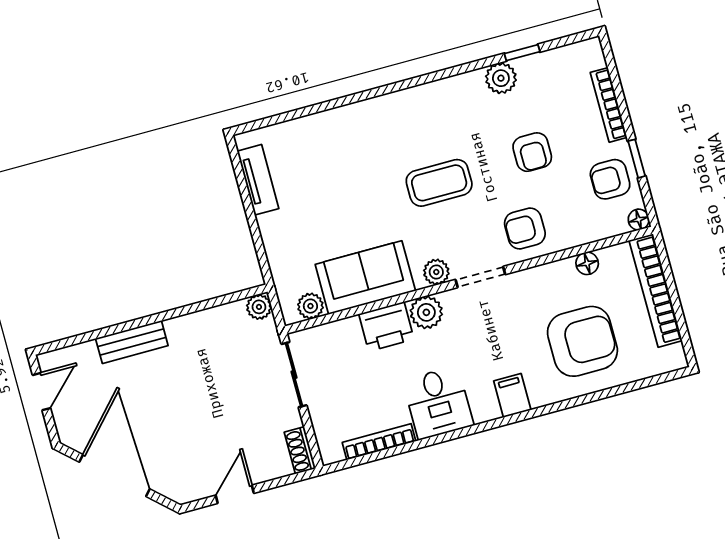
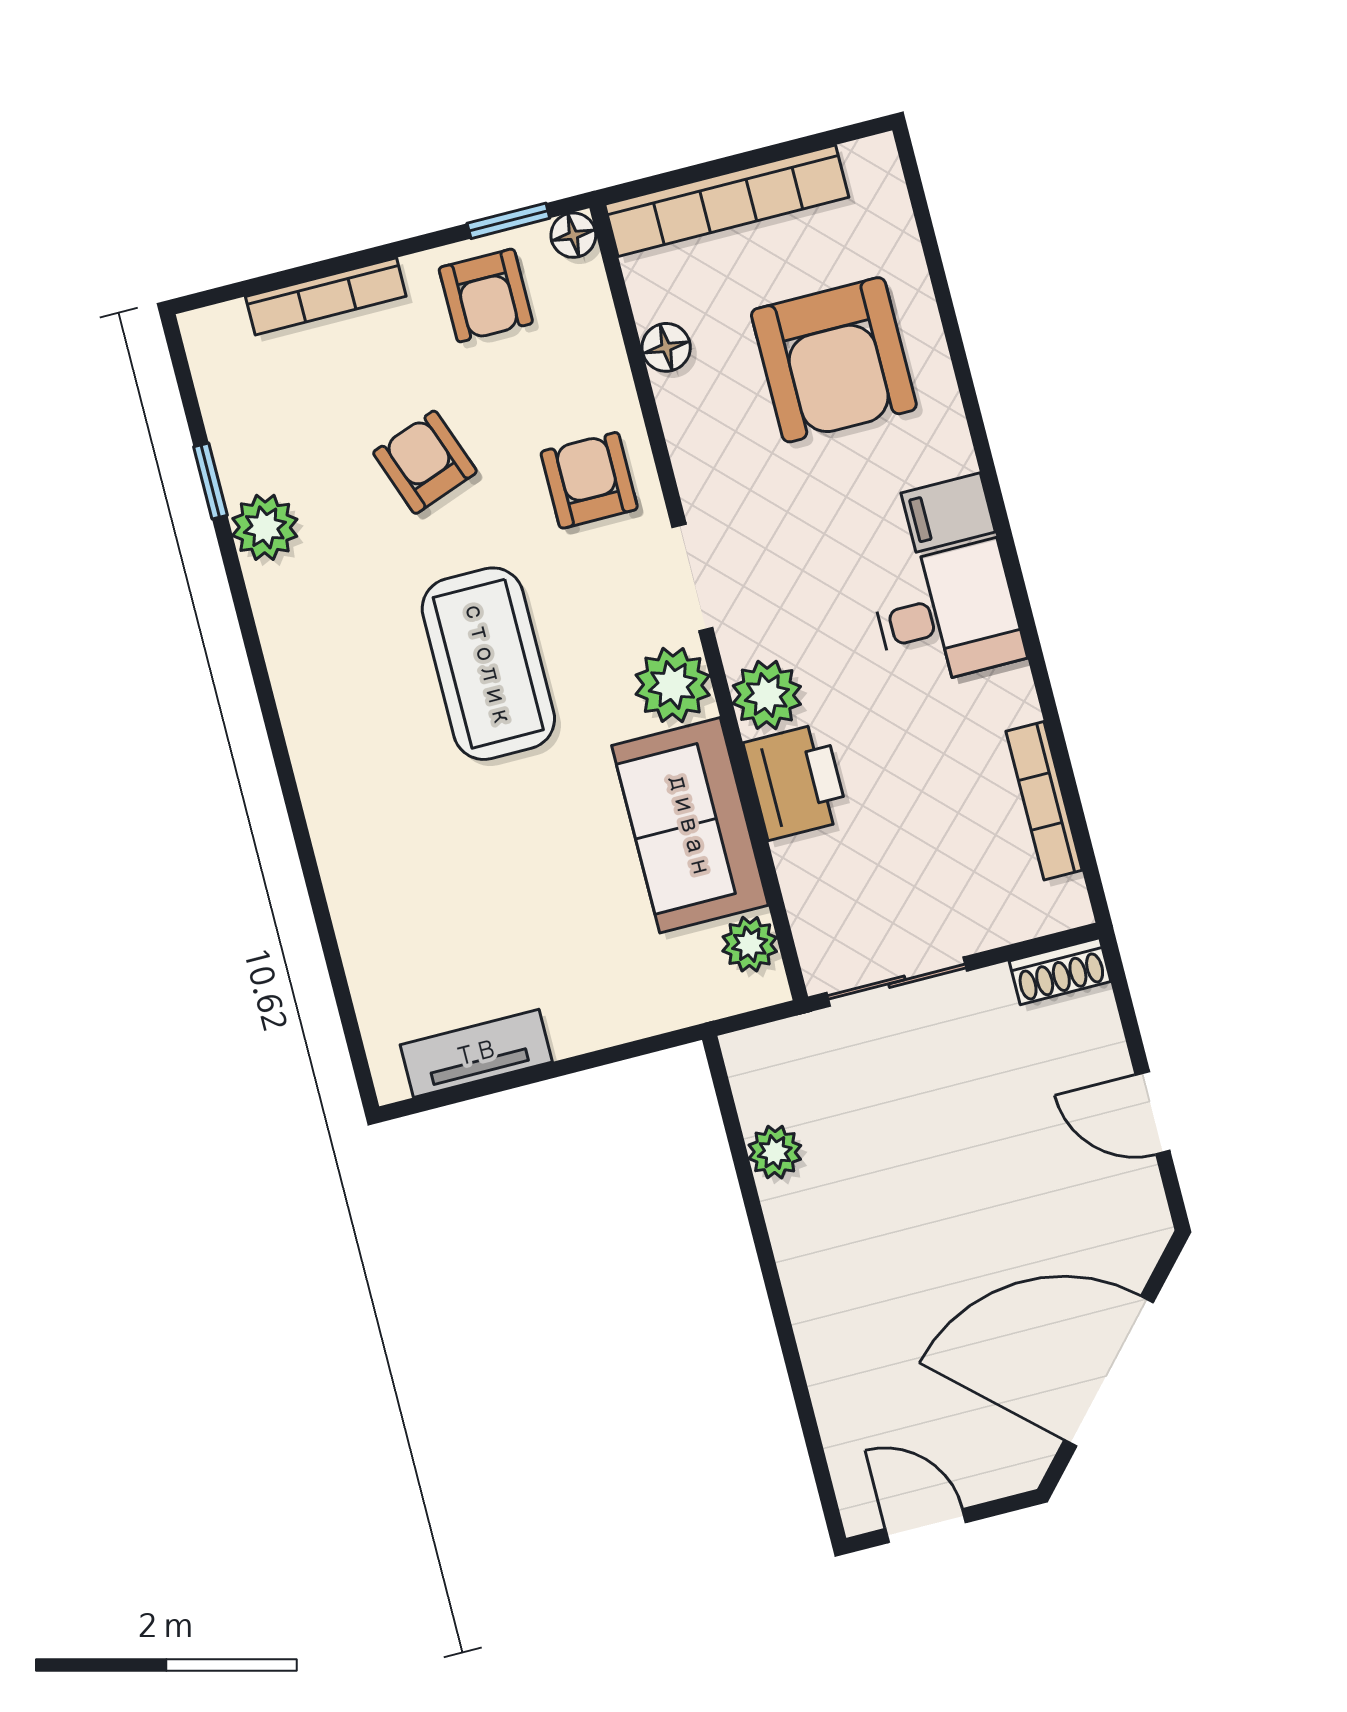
armchair: (532, 152) -> (425, 462), turned -110
window: (637, 159) -> (508, 221), moved
coffee table: (439, 183) -> (488, 664), width x1.36, depth x1.32
armchair: (525, 228) -> (589, 480), turned 180
plant: (436, 272) -> (673, 685), width x1.38, depth x1.38
plant: (259, 307) -> (775, 1152), moved
armchair: (582, 341) -> (834, 360), turned 180
bench: (132, 342) -> (822, 1330), removed
desk: (438, 403) -> (947, 614), moved

